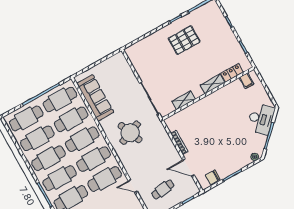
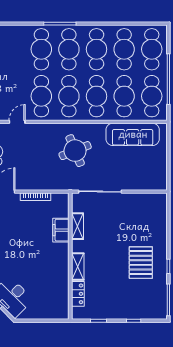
filing cabinet: (246, 81) -> (61, 230), moved, width x2.00

